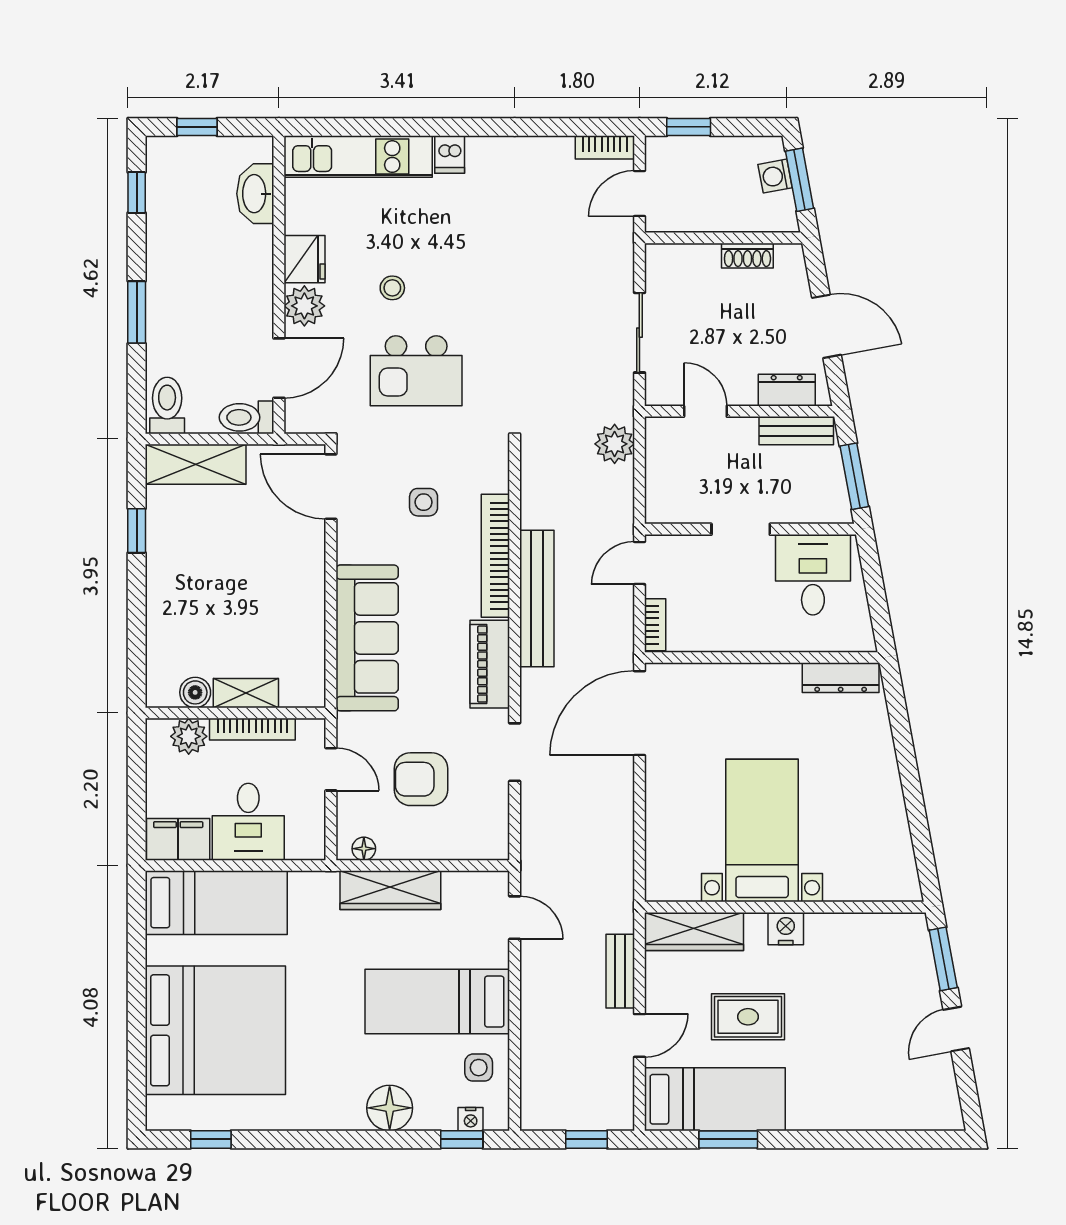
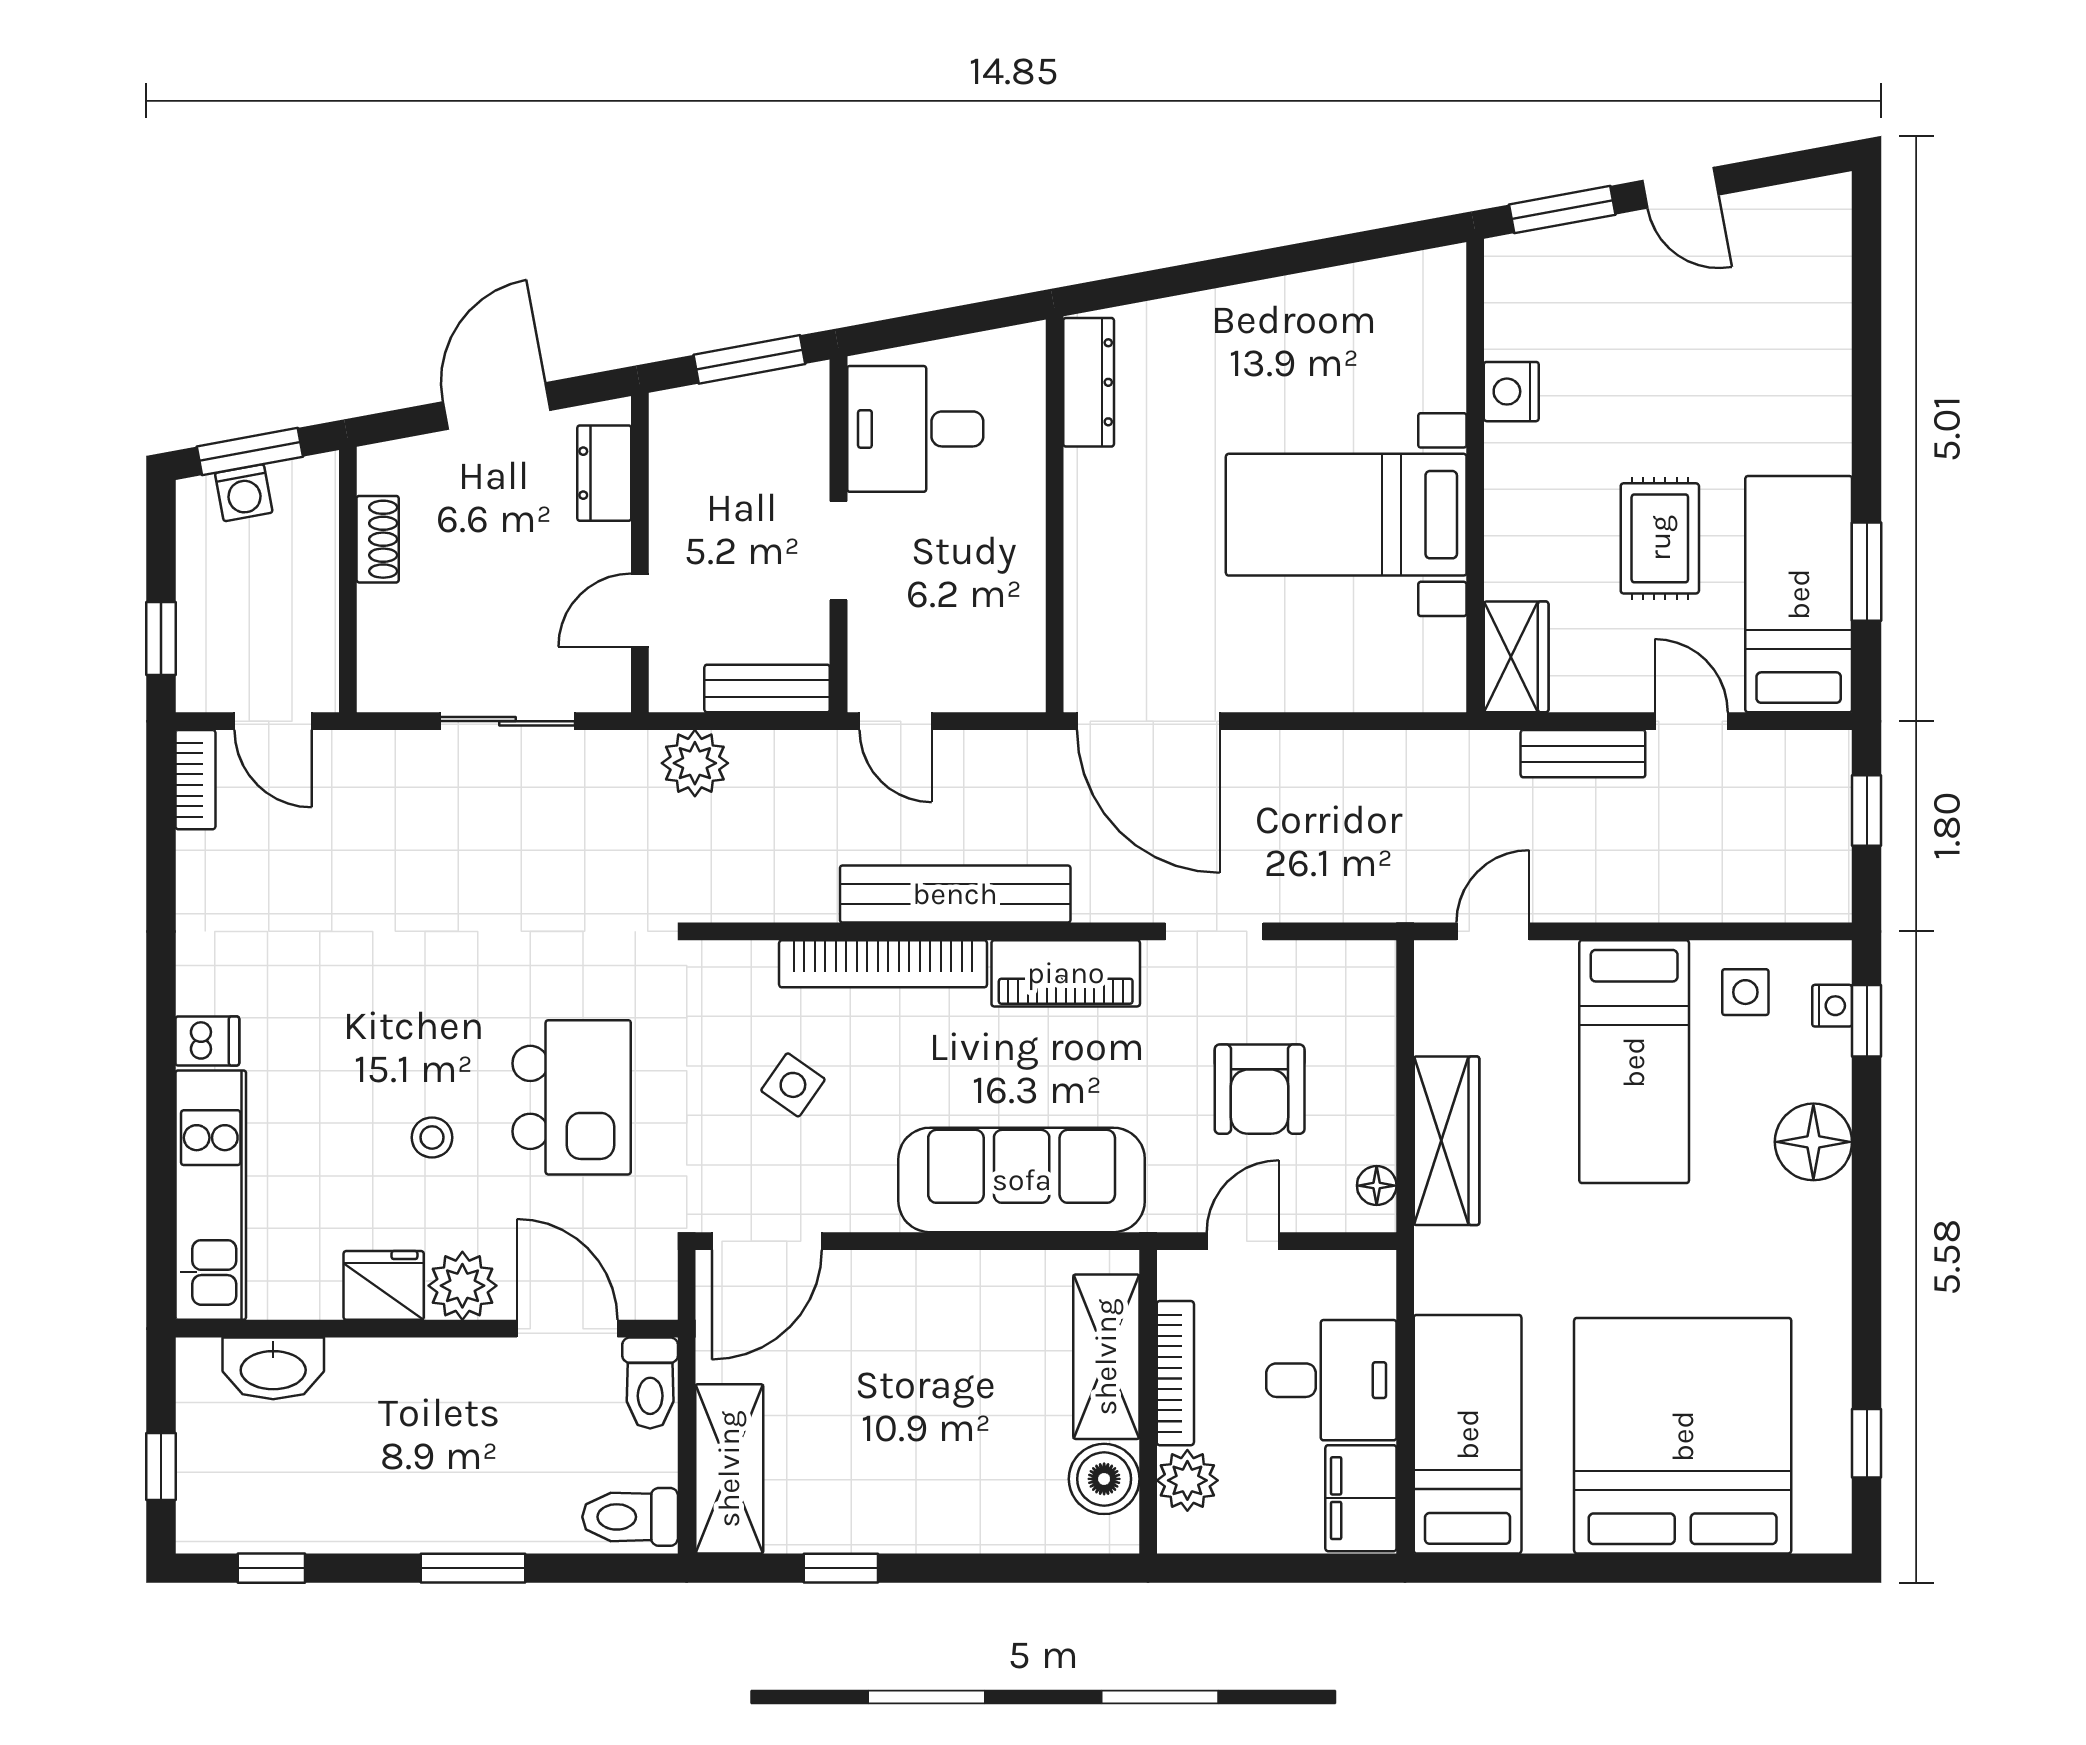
bench: (796, 431) -> (767, 689), moved, turned 90
side table: (424, 502) -> (793, 1085), turned 35
bookcase: (655, 625) -> (999, 695), removed
boiler: (195, 692) -> (1104, 1479), width x1.36, depth x1.36
shelving: (246, 693) -> (1106, 1357), width x1.50, depth x1.33
nightstand: (786, 929) -> (1511, 392), moved
wardrobe: (694, 931) -> (1516, 657), width x0.67

